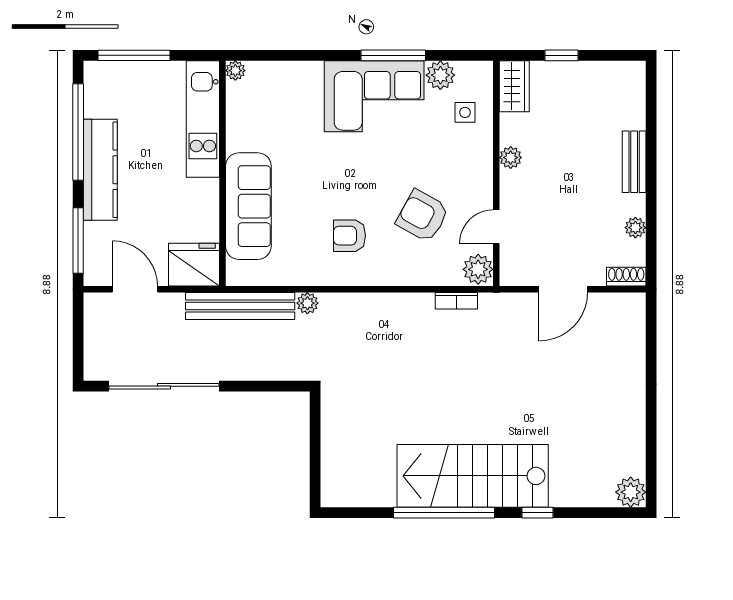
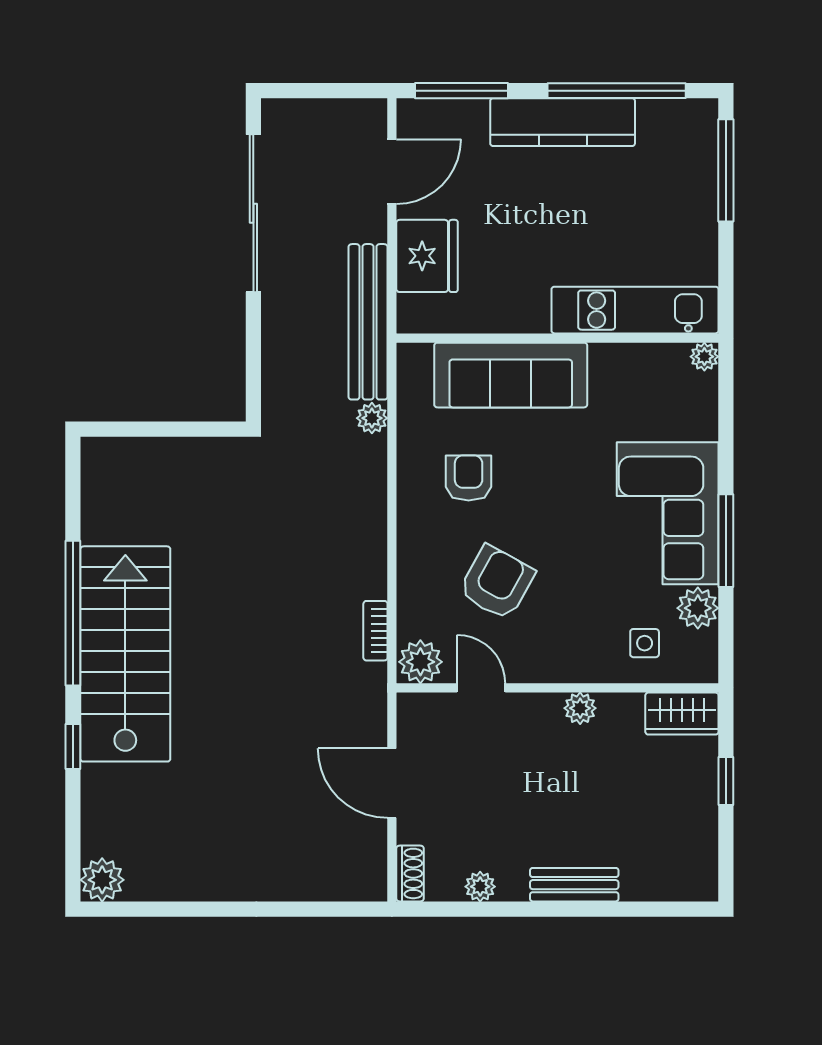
plant: (235, 71) -> (704, 357), moved
kitchen unit: (203, 119) -> (635, 310), moved
wall: (222, 173) -> (557, 338), moved
sofa: (248, 206) -> (511, 375), moved

